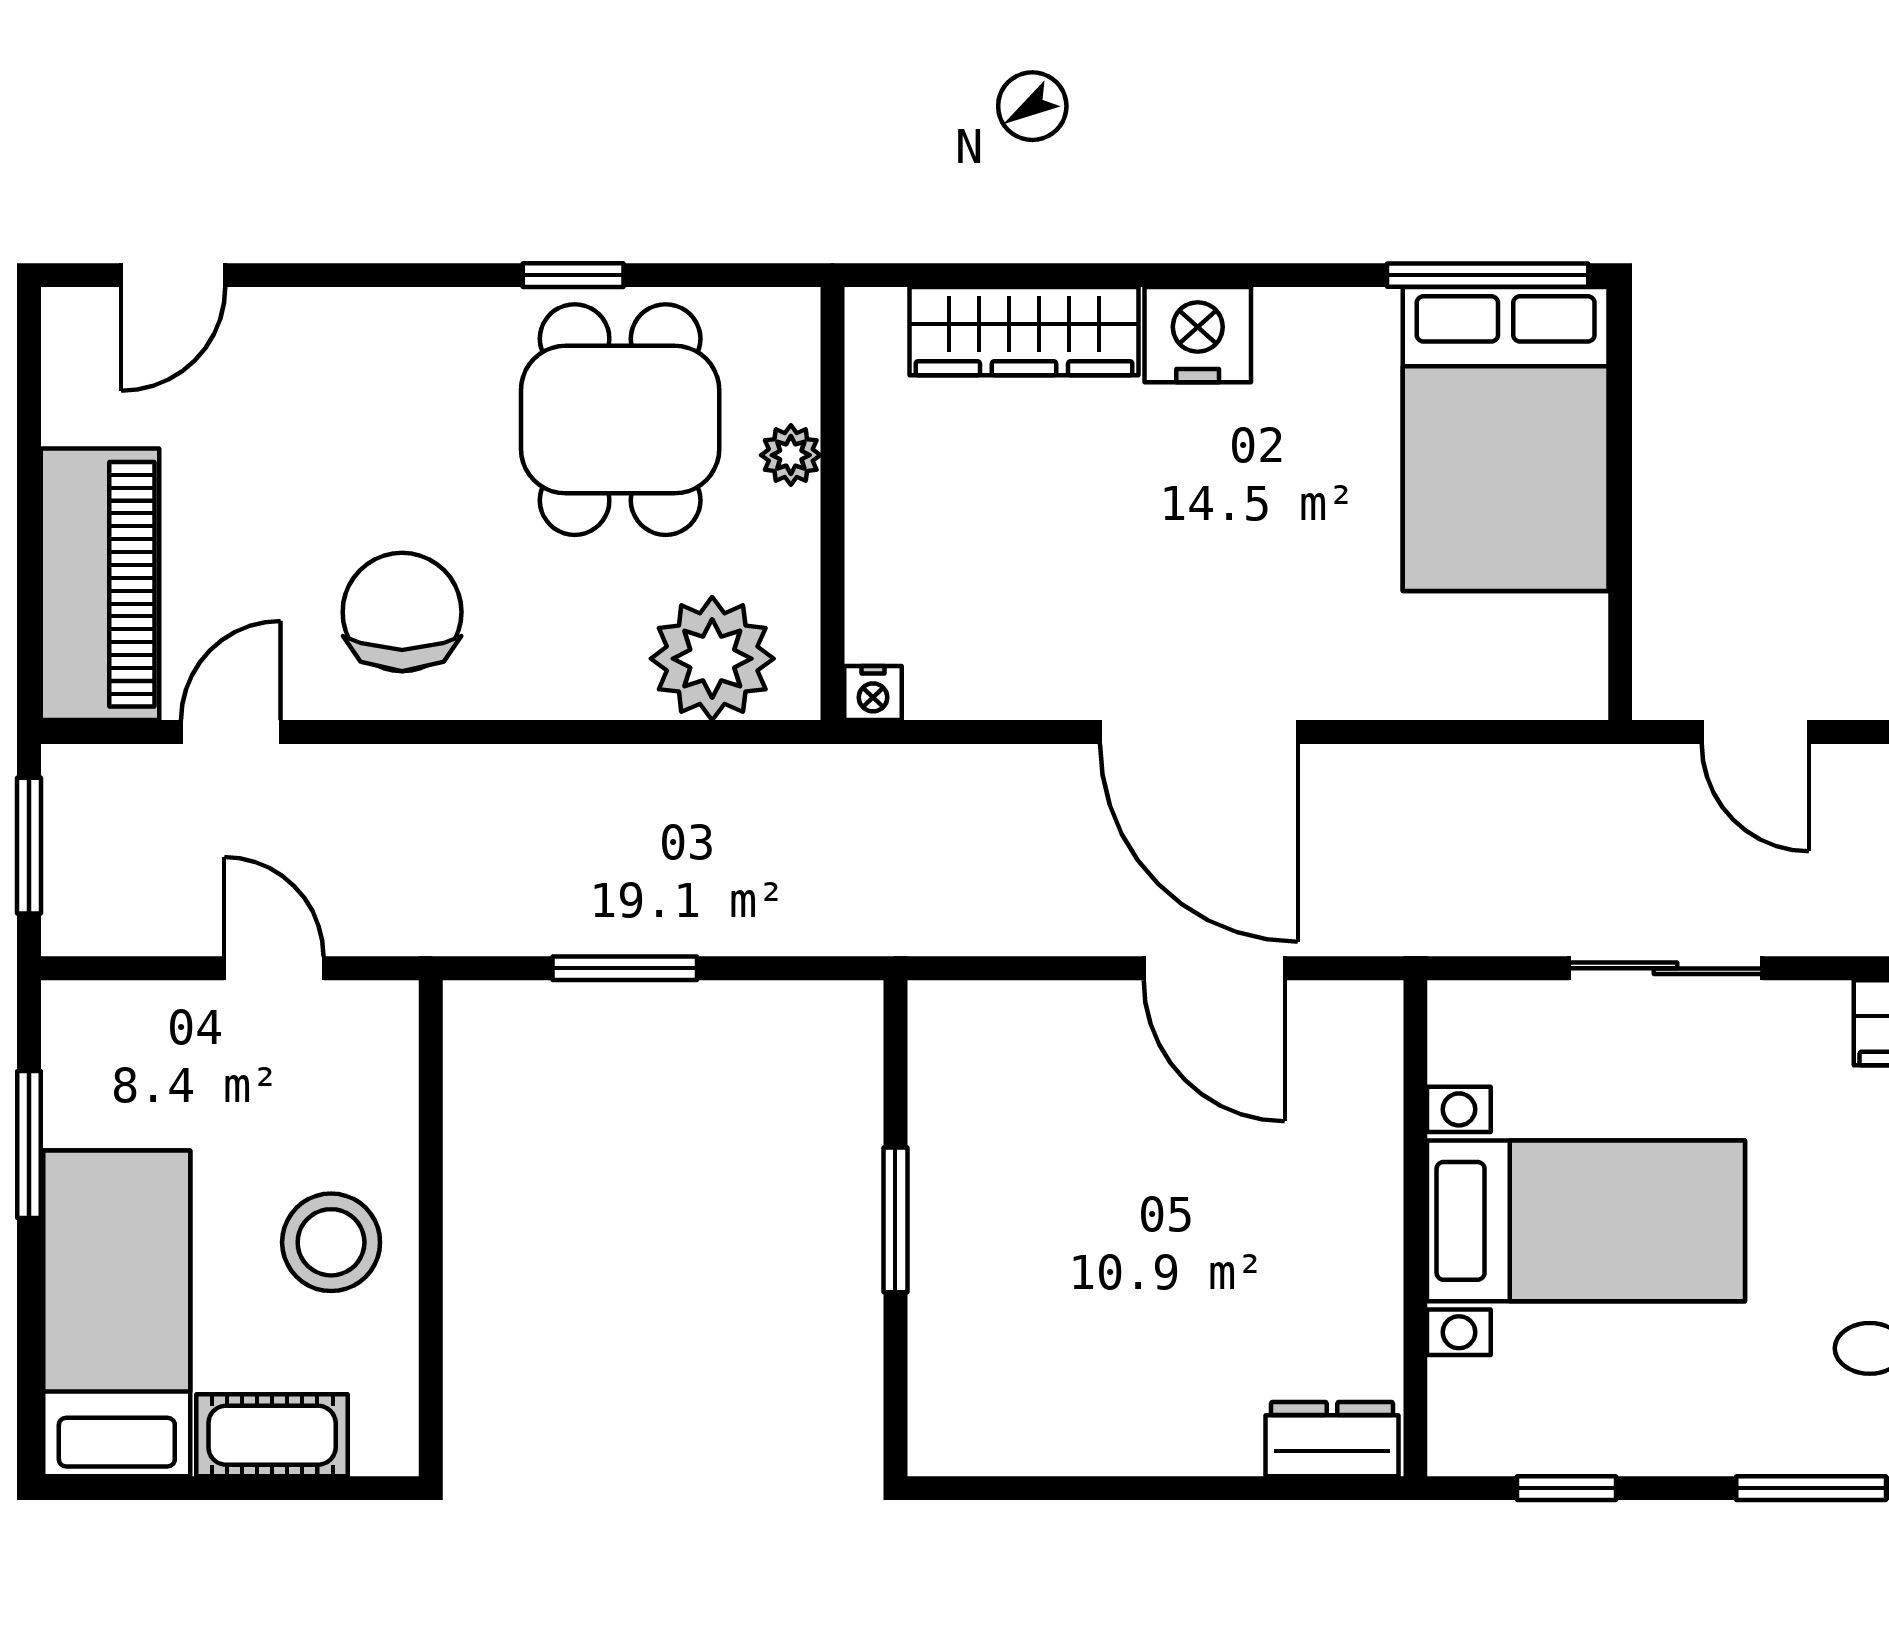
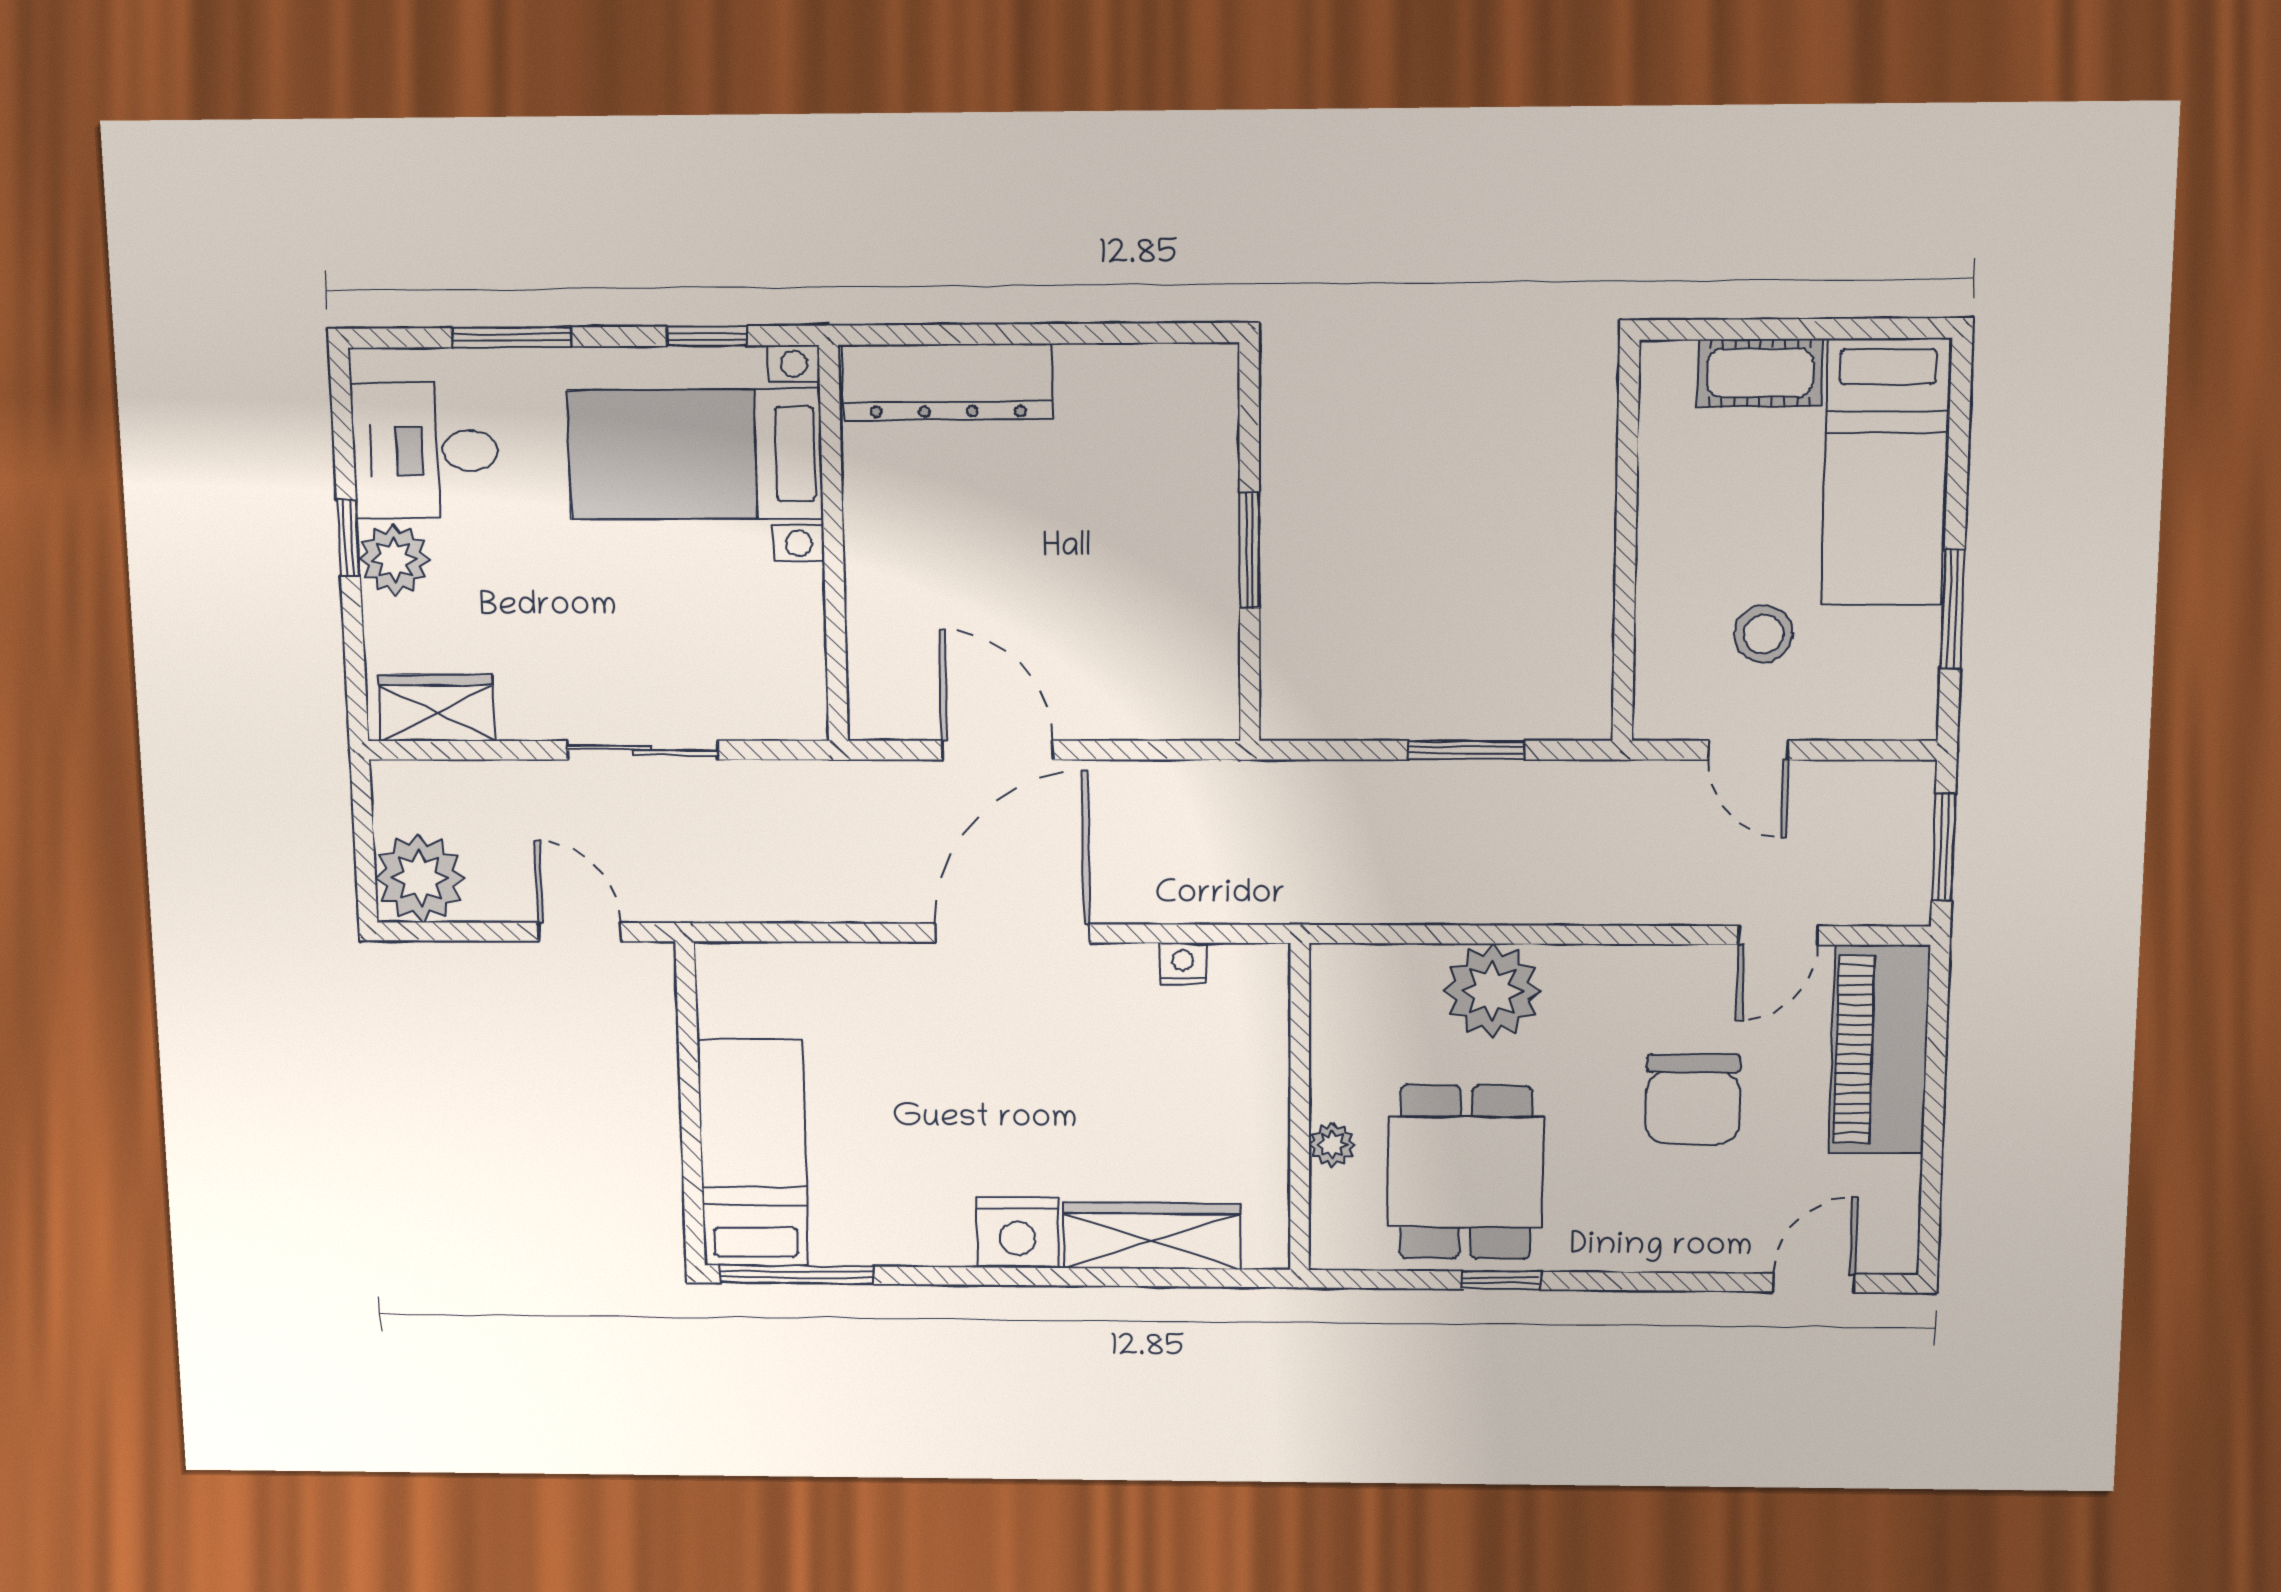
bed: (1506, 439) -> (753, 1153), width x0.67
chair: (402, 612) -> (1693, 1099), moved
plant: (712, 659) -> (1492, 991), moved
nightstand: (873, 693) -> (1183, 963), moved
door: (1199, 732) -> (1012, 933), hinge flipped
bed with nightstands: (1586, 1221) -> (695, 454), moved
stool: (331, 1242) -> (1764, 634), moved, width x0.73, depth x0.73
dresser: (1332, 1439) -> (948, 382), width x1.96, depth x1.24

